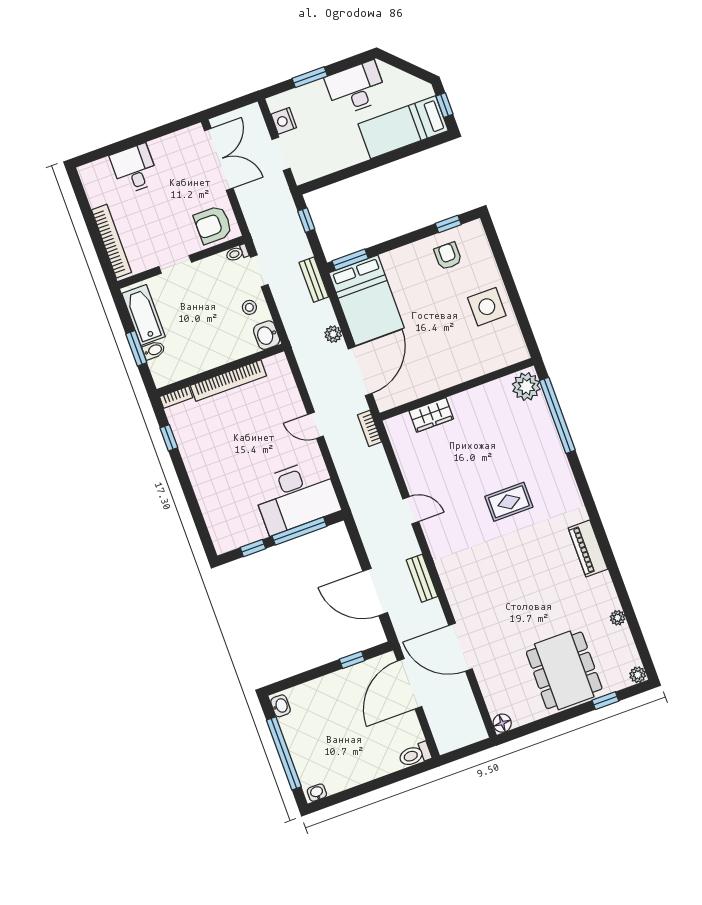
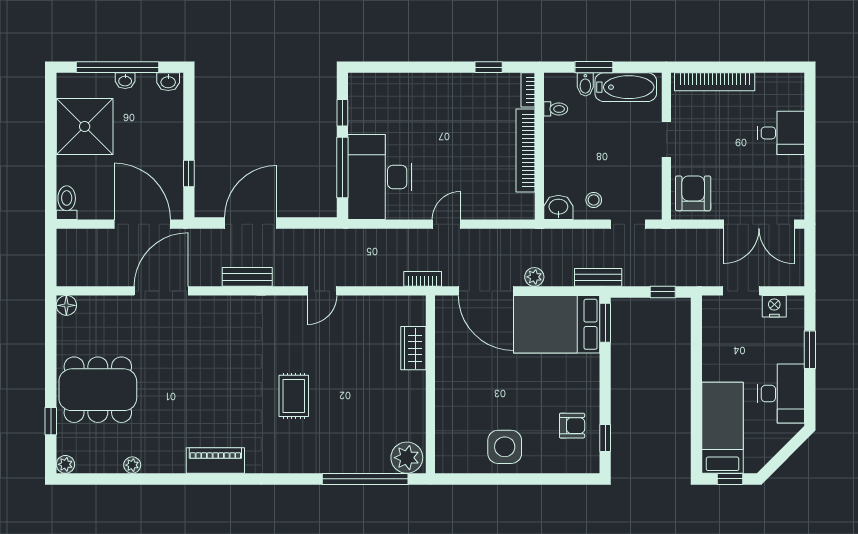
toilet: (237, 253) -> (556, 109), moved, turned 90
shower: (344, 763) -> (85, 127), added
washbasin: (317, 793) -> (125, 81), moved, turned 90

